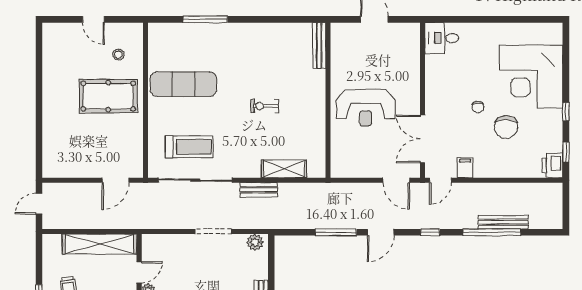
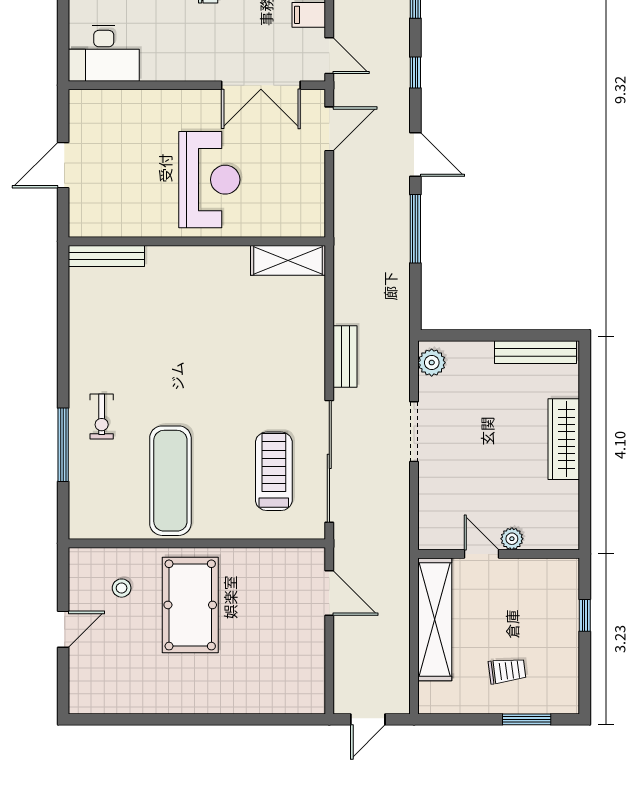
desk: (442, 38) -> (104, 54), width x1.37
exercise bike: (265, 106) -> (102, 416), moved
shelving: (284, 169) -> (288, 260), moved, turned 90
door: (39, 204) -> (368, 719), hinge flipped

